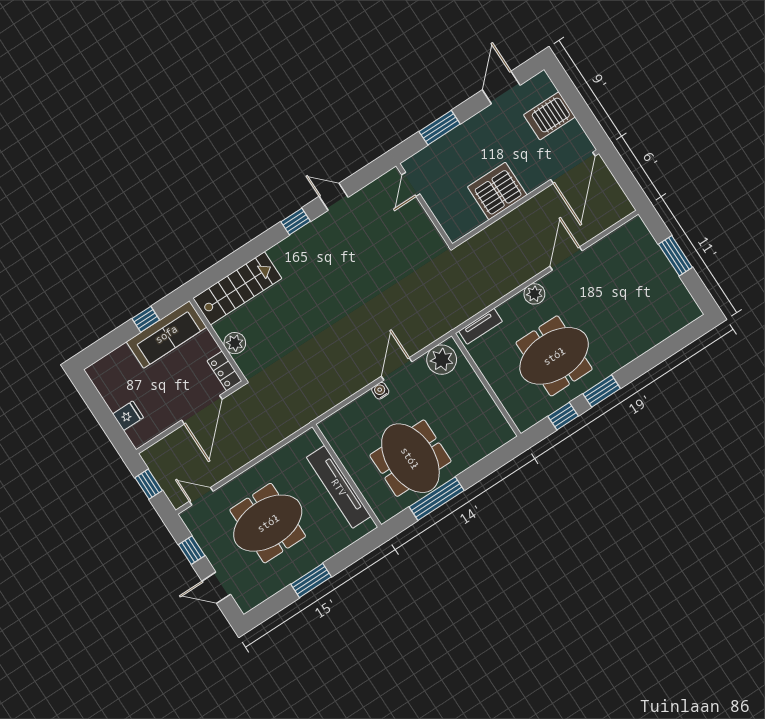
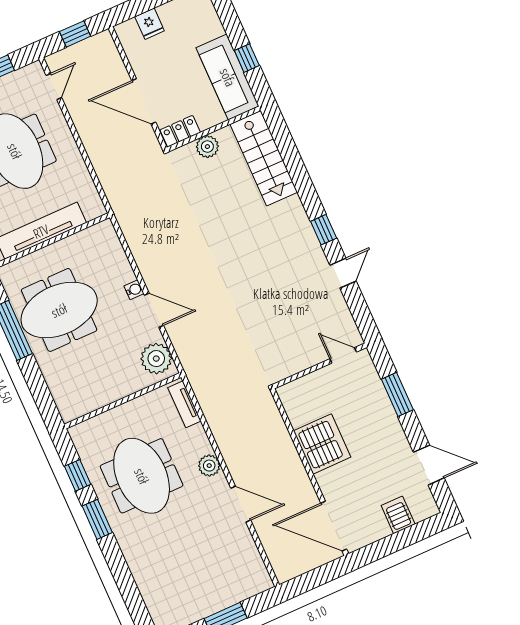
server rack: (549, 116) -> (398, 515), width x0.73, depth x0.70

